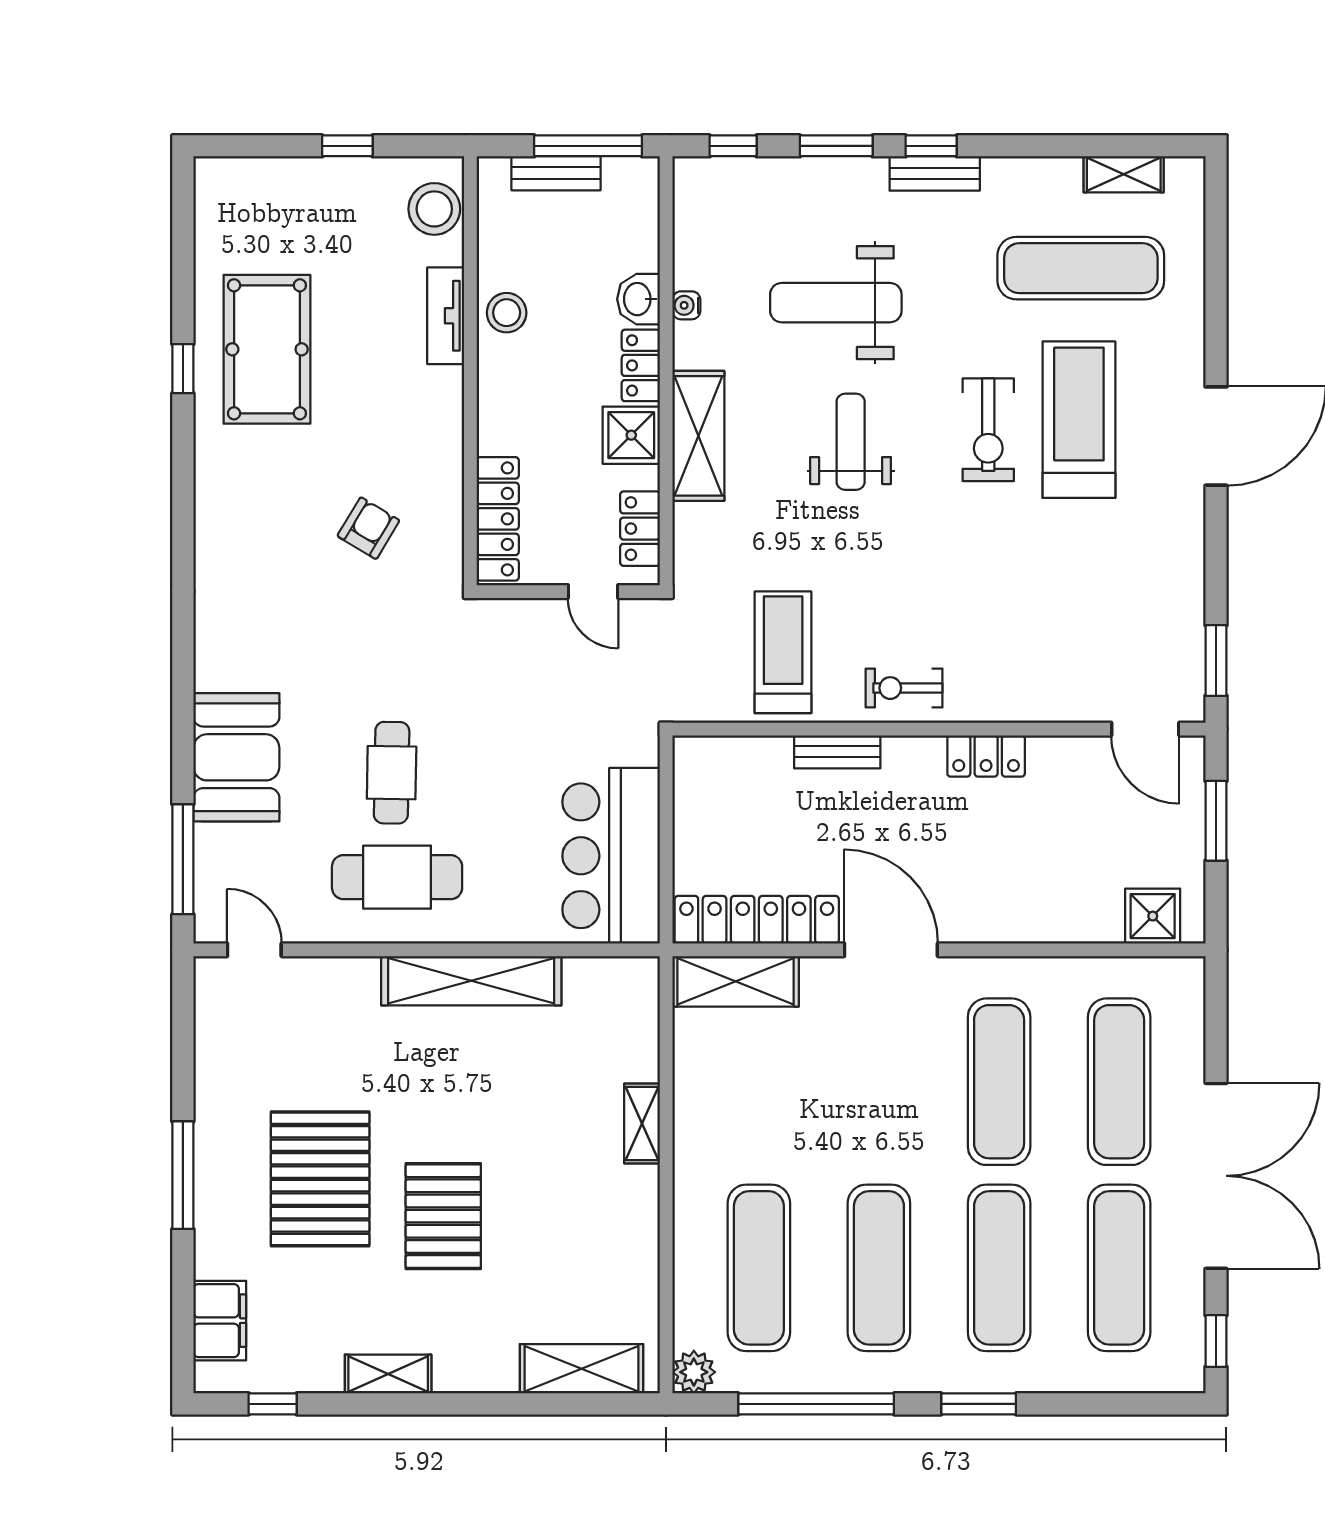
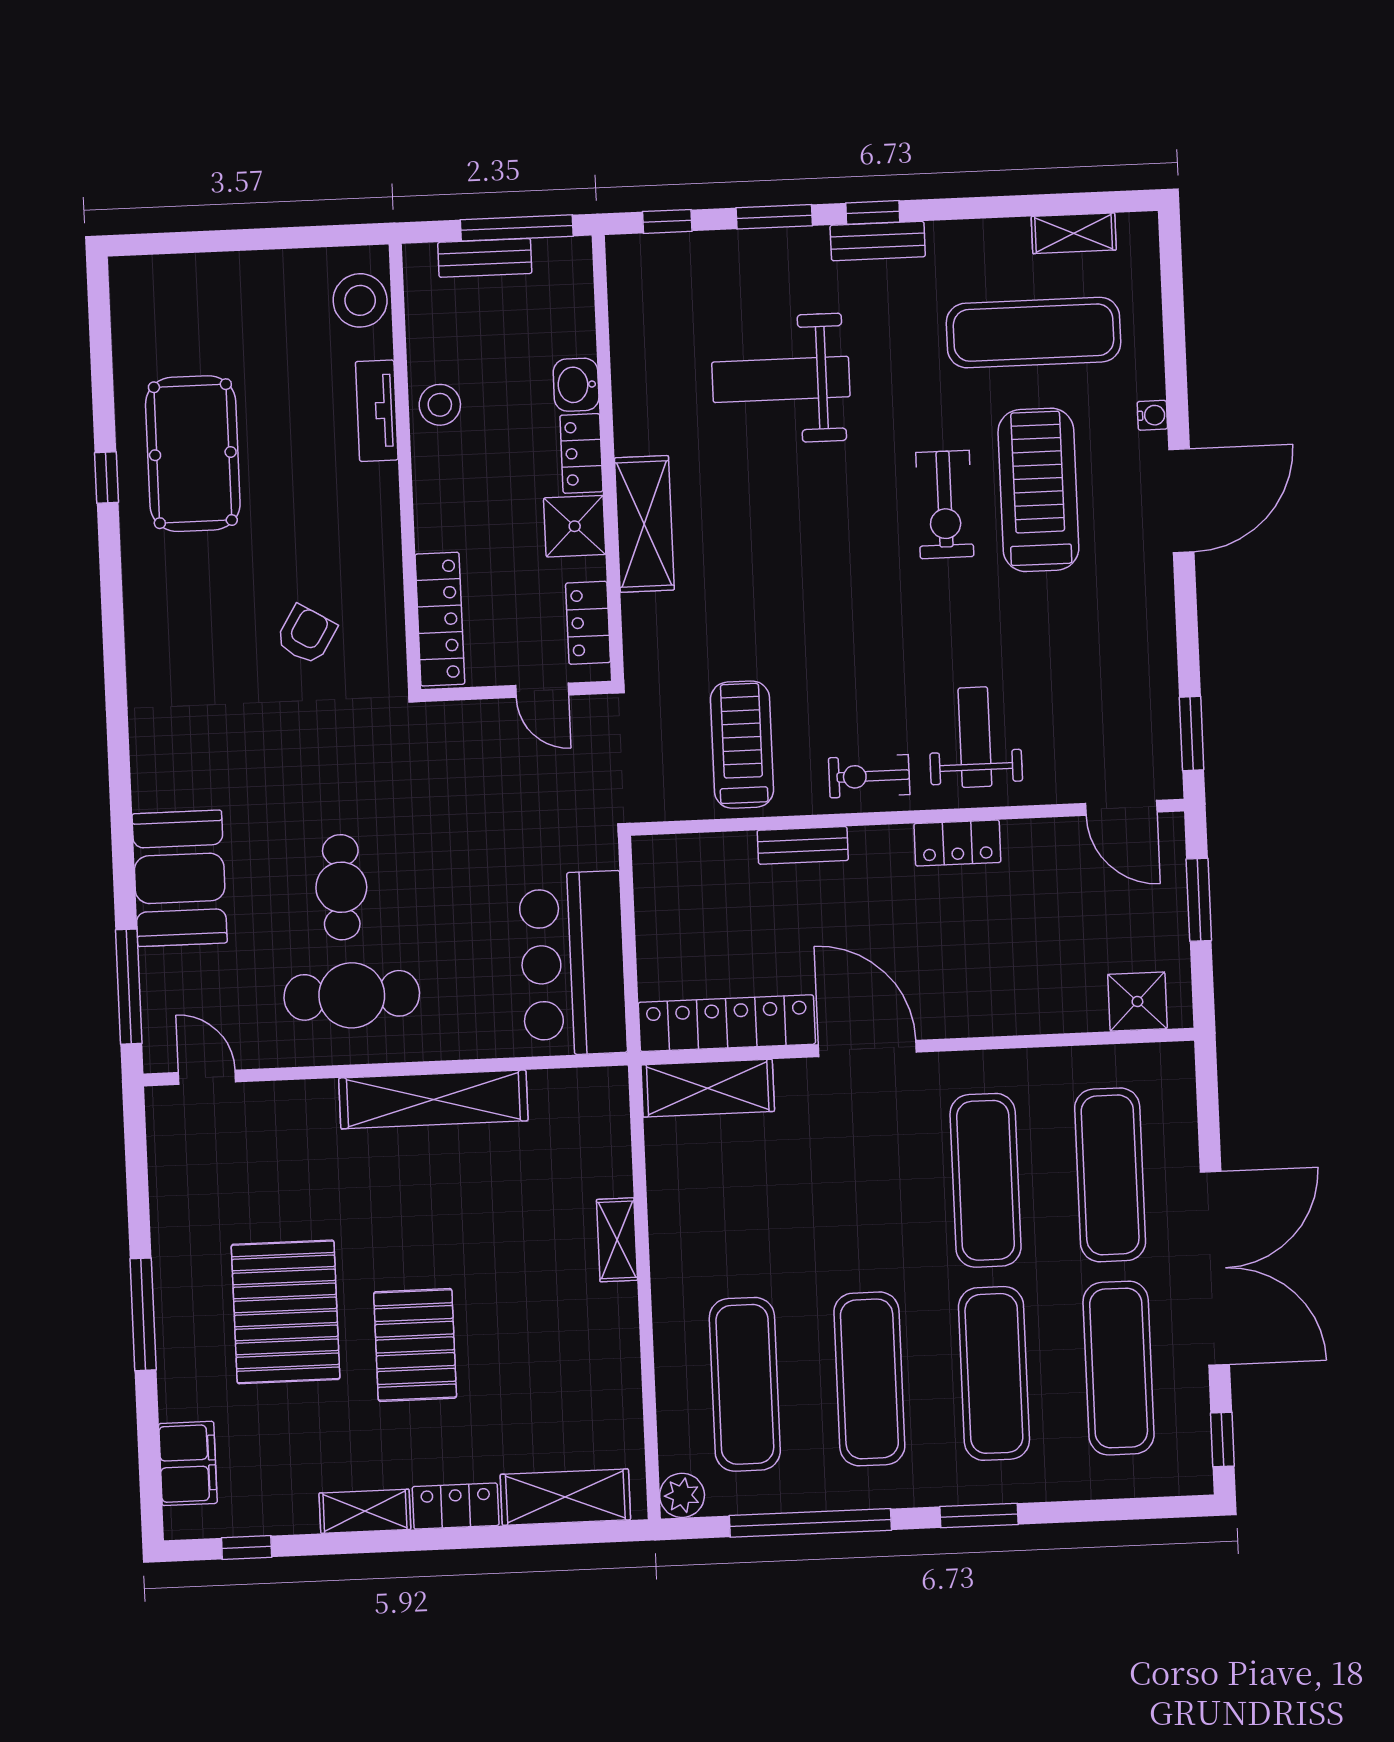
window: (347, 146) -> (267, 239), removed
water cooler: (686, 305) -> (1152, 415), moved, turned 180
weight bench: (851, 442) -> (975, 737), moved
locker: (476, 1373) -> (456, 1506), added

